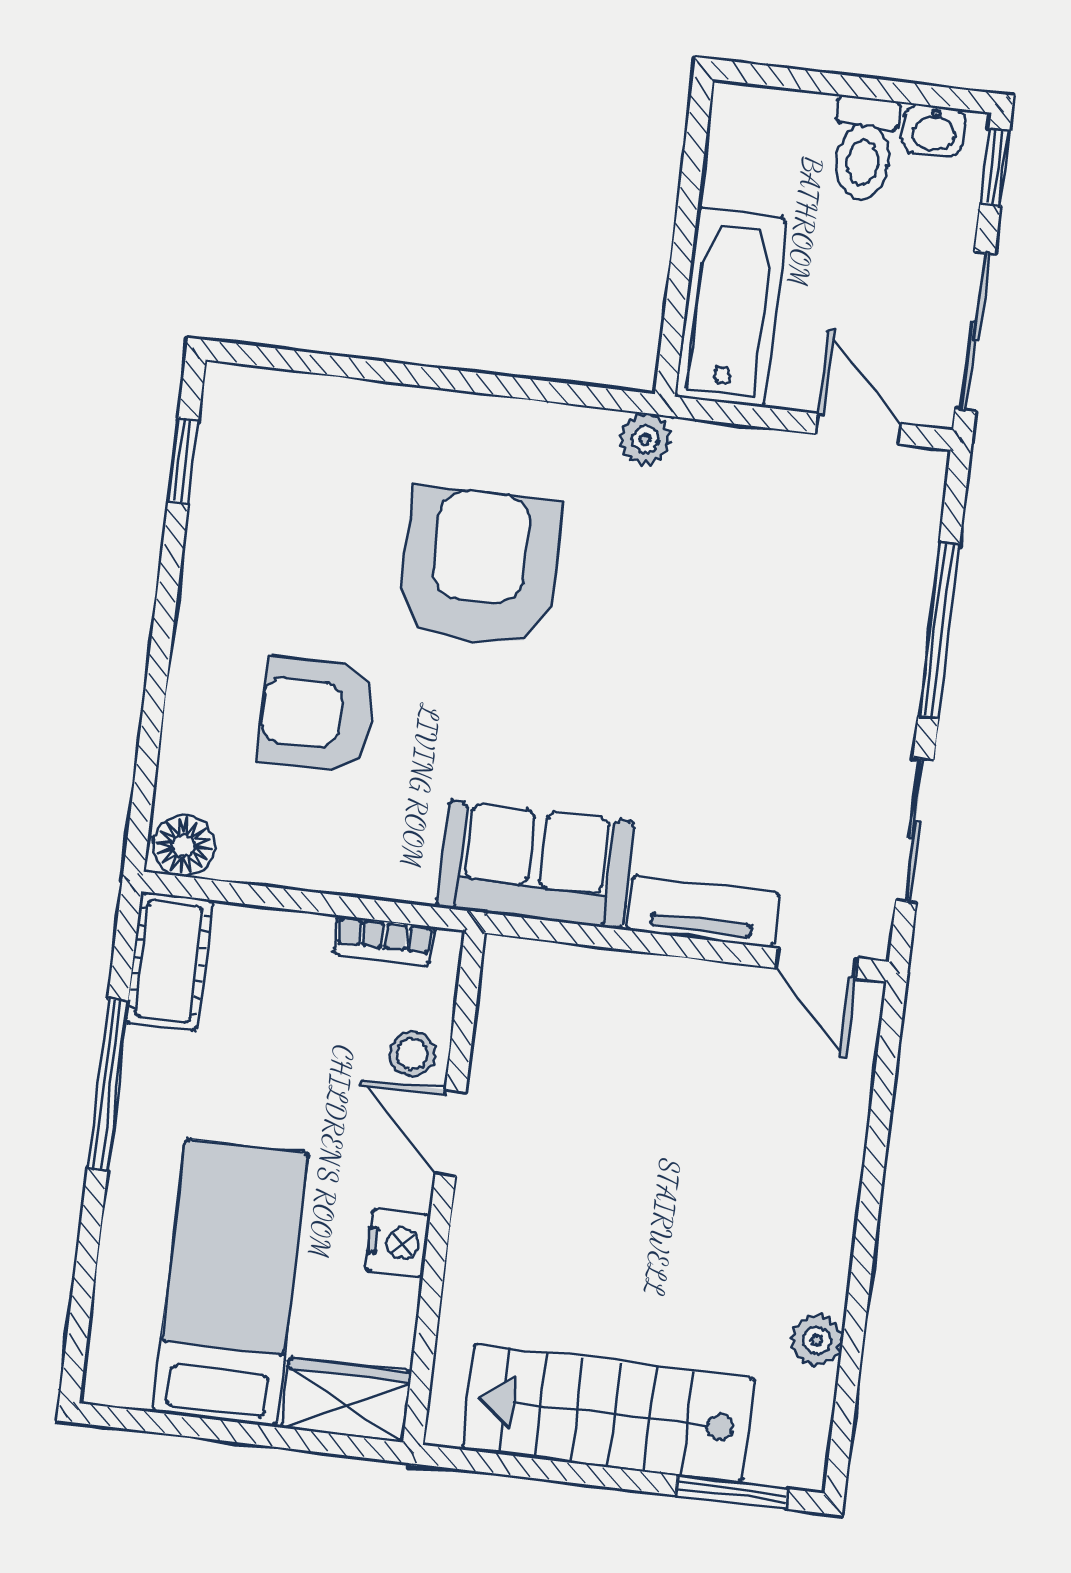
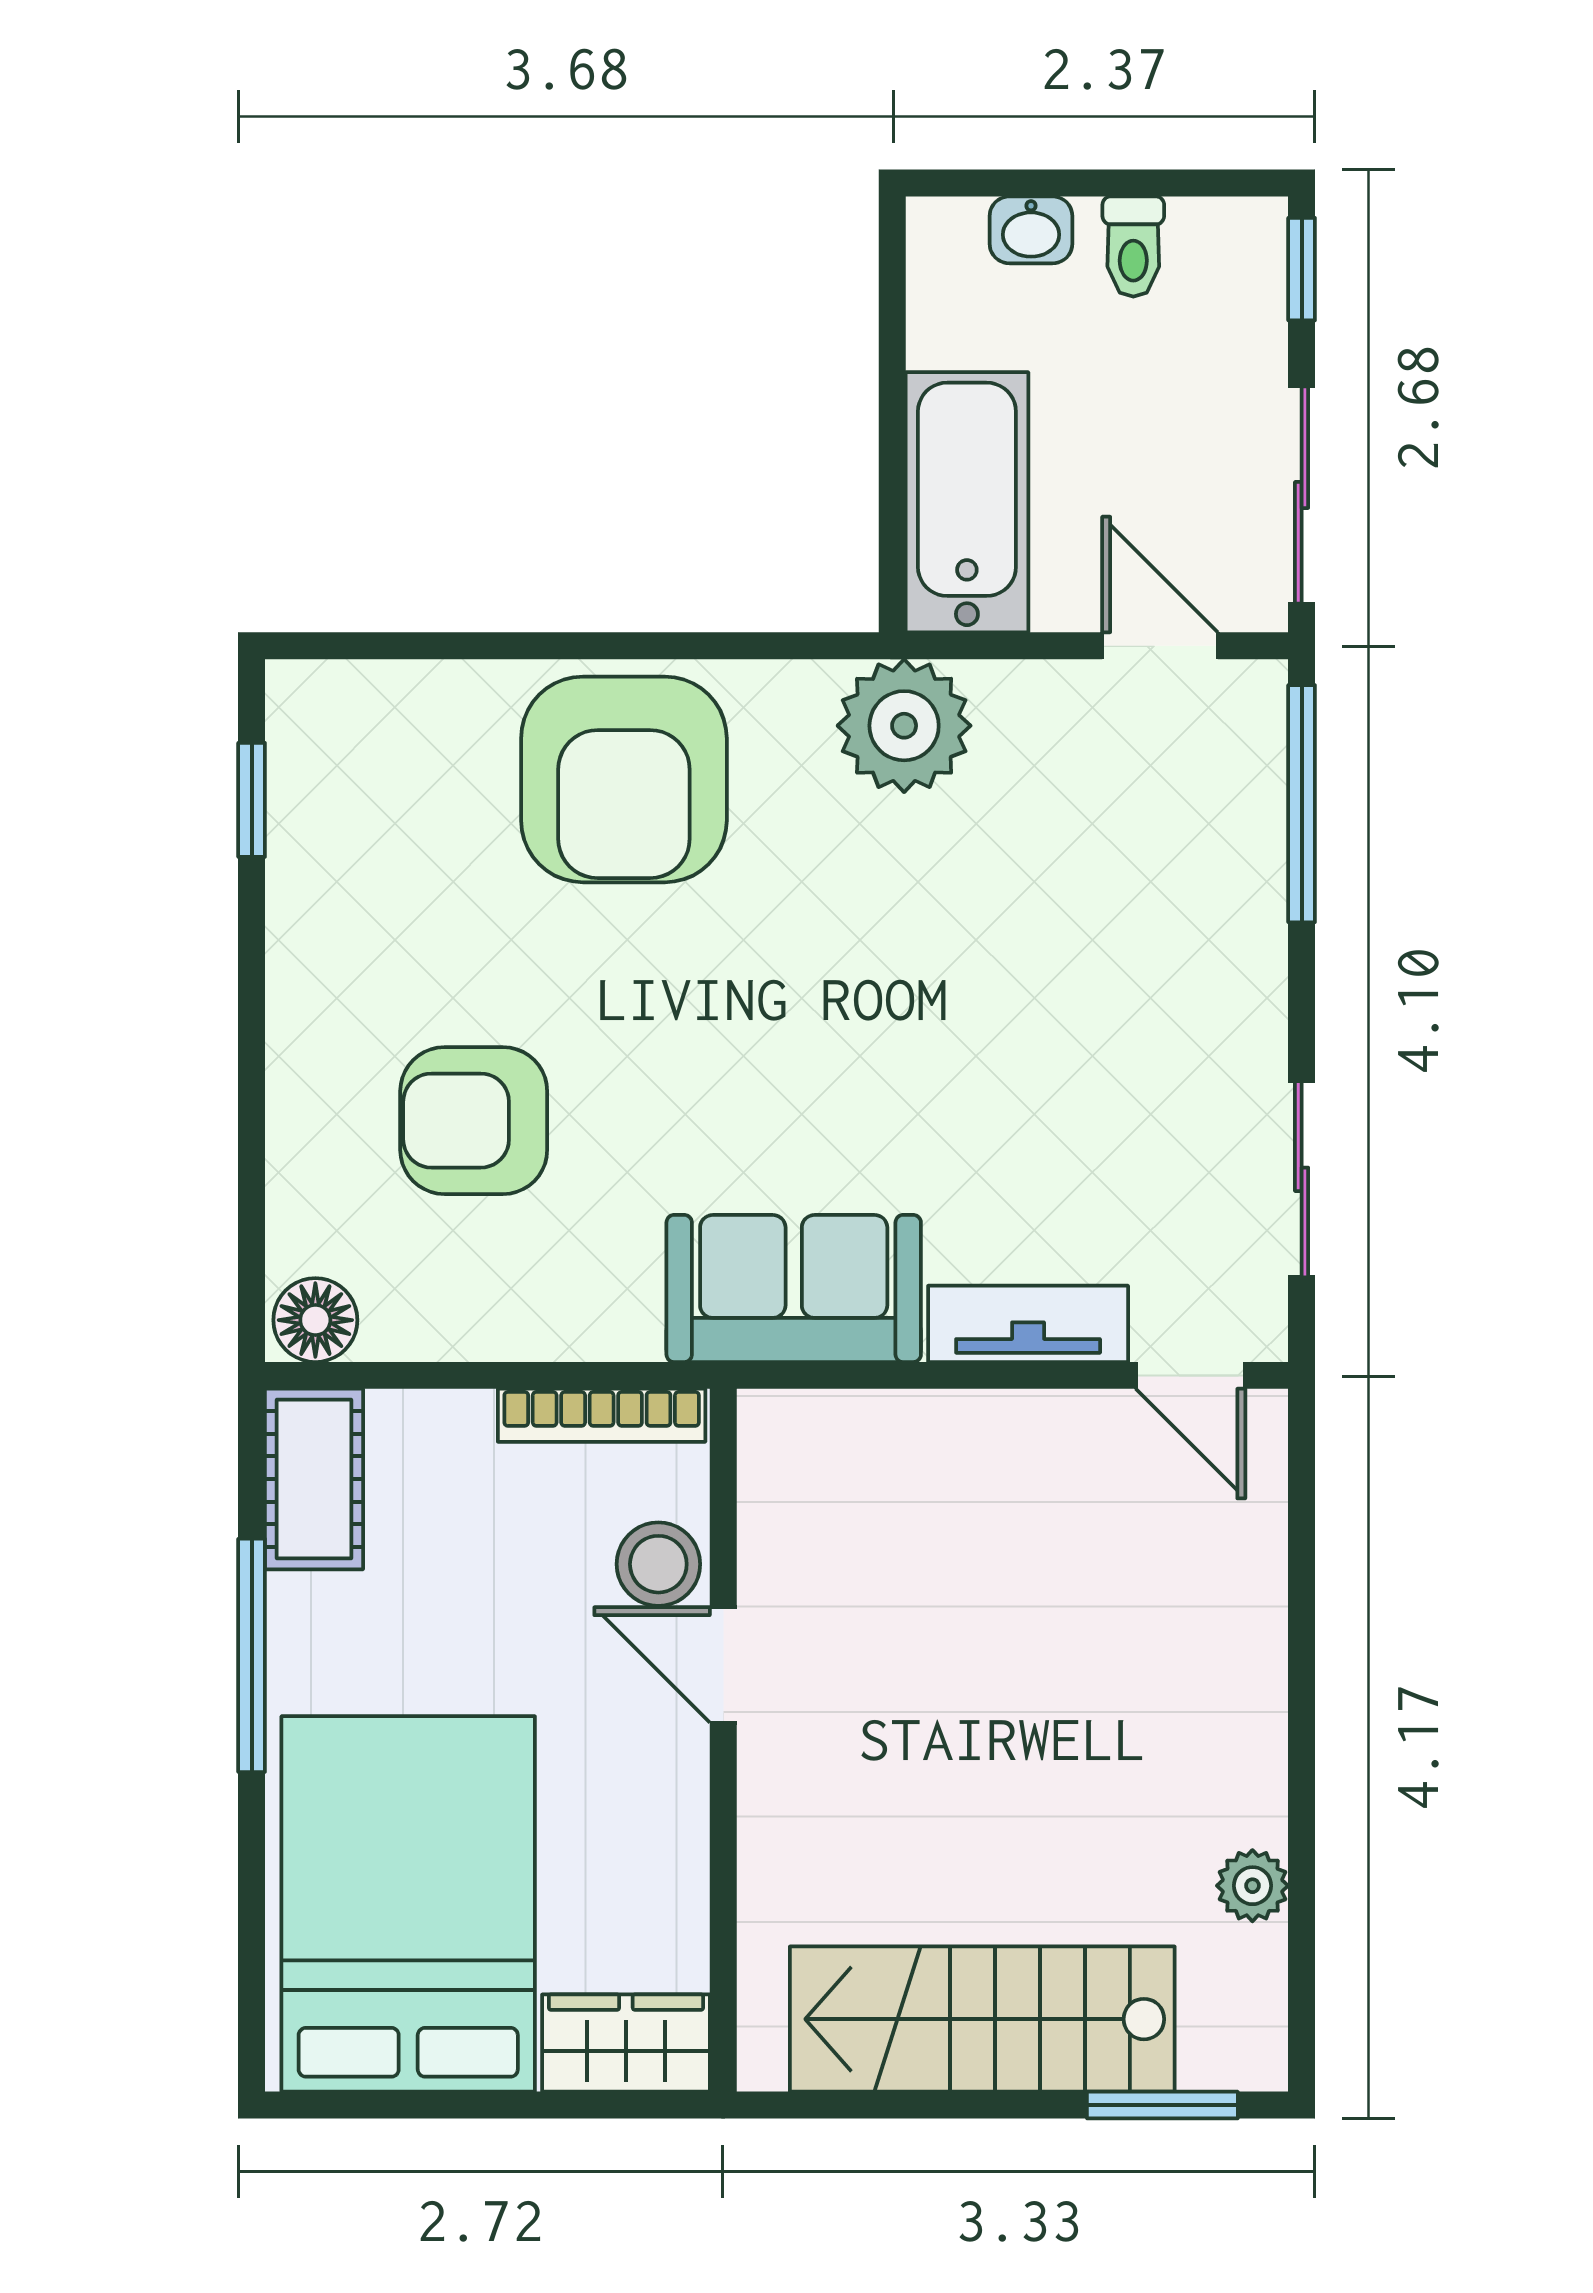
washbasin: (934, 131) -> (1031, 230), moved
toilet: (864, 149) -> (1133, 247), width x0.73, depth x0.72
plant: (645, 439) -> (904, 726), width x1.88, depth x1.88
armchair: (479, 568) -> (624, 779), moved, turned 180
window: (939, 631) -> (1302, 804), moved
bookcase: (384, 940) -> (602, 1415), width x1.56
stool: (412, 1054) -> (658, 1564), width x1.37, depth x1.37
nightstand: (398, 1243) -> (670, 1822), removed
bed: (231, 1283) -> (408, 1904), width x1.50

